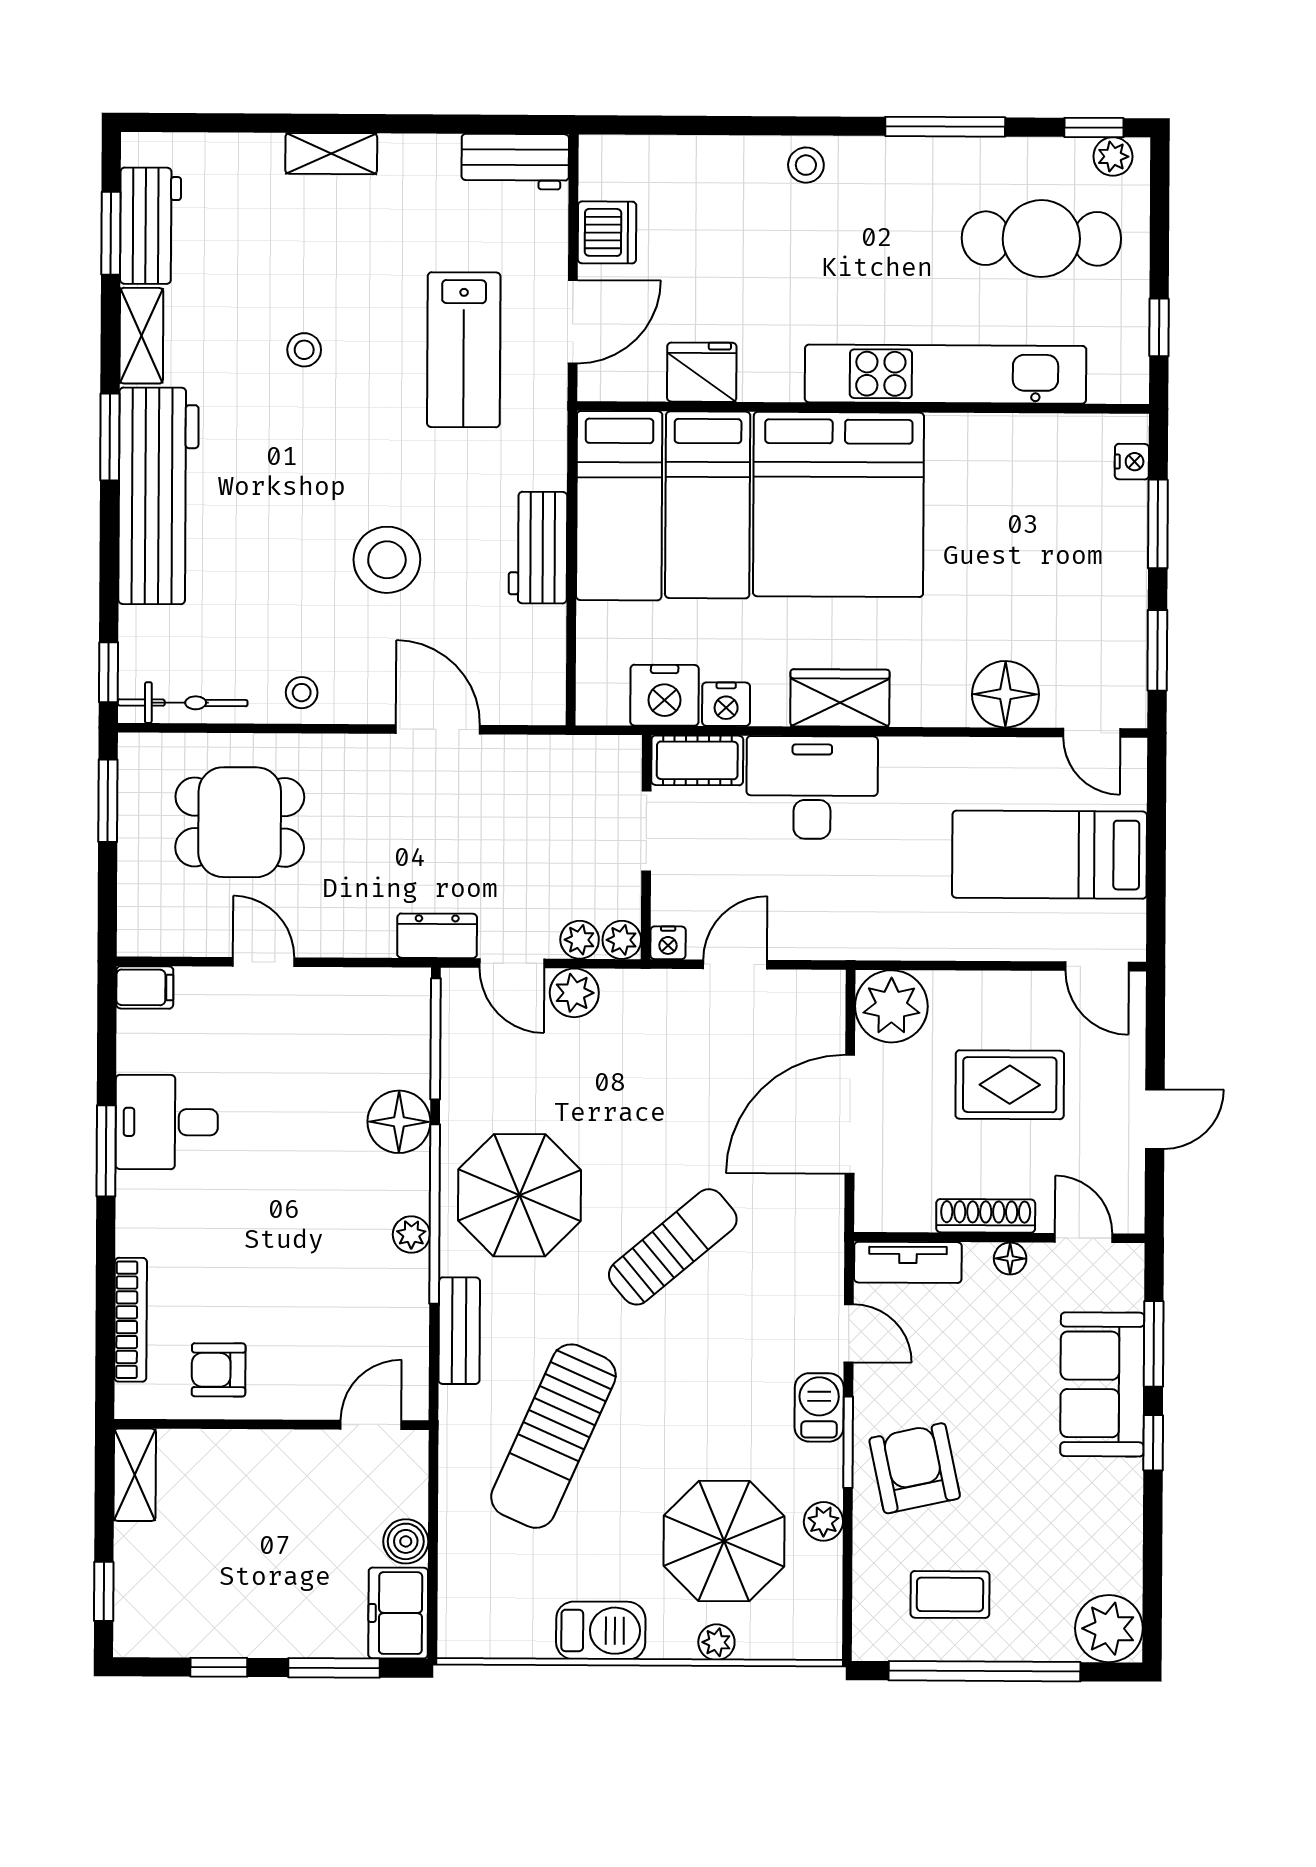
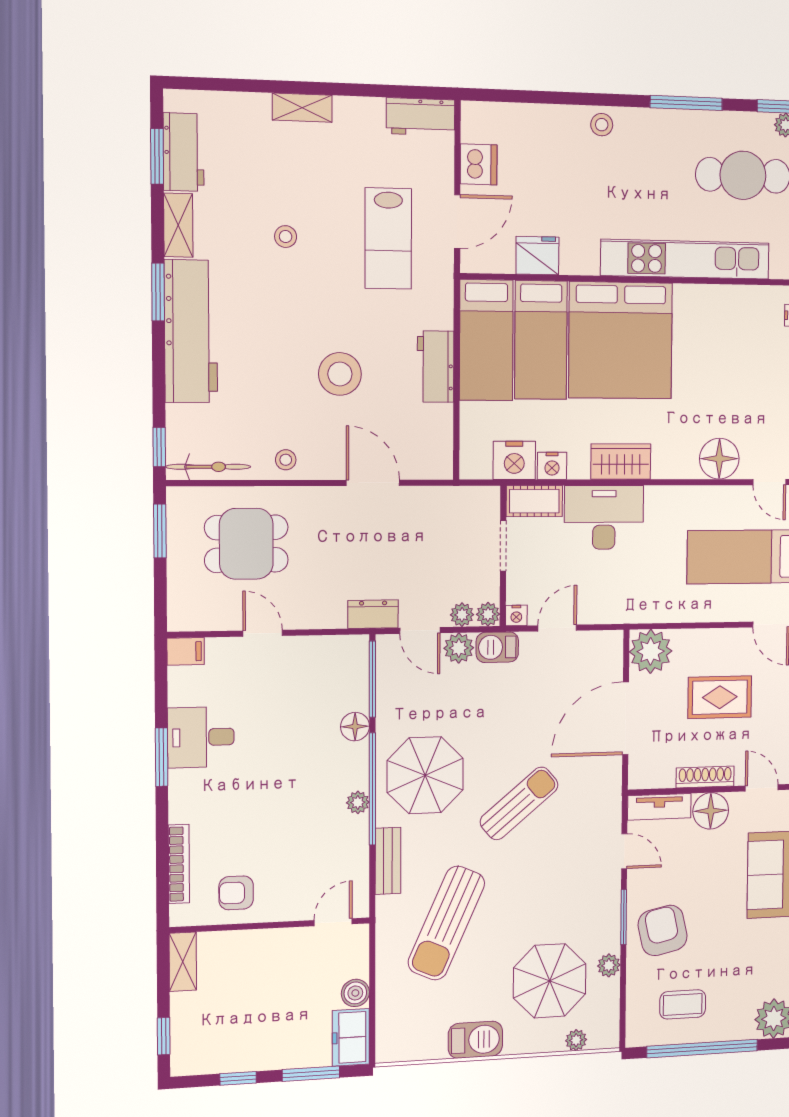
floor lamp: (399, 1122) -> (355, 727), width x0.73, depth x0.73
floor lamp: (1010, 1258) -> (711, 811), width x1.89, depth x1.89
barbecue: (819, 1407) -> (497, 647), moved, turned -90
plant: (716, 1642) -> (576, 1040), moved

